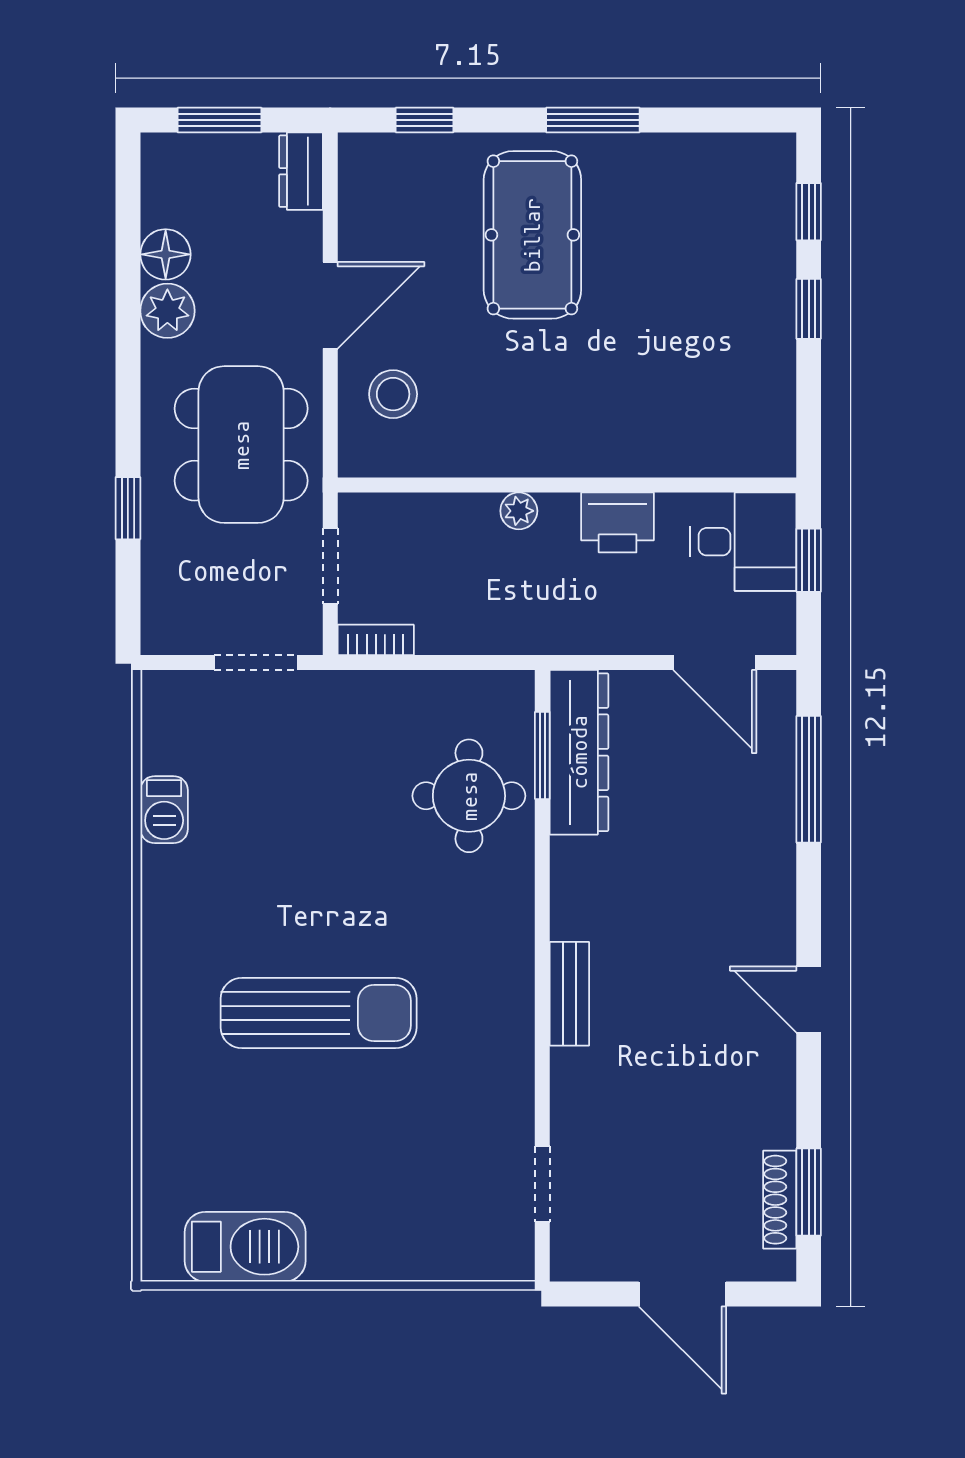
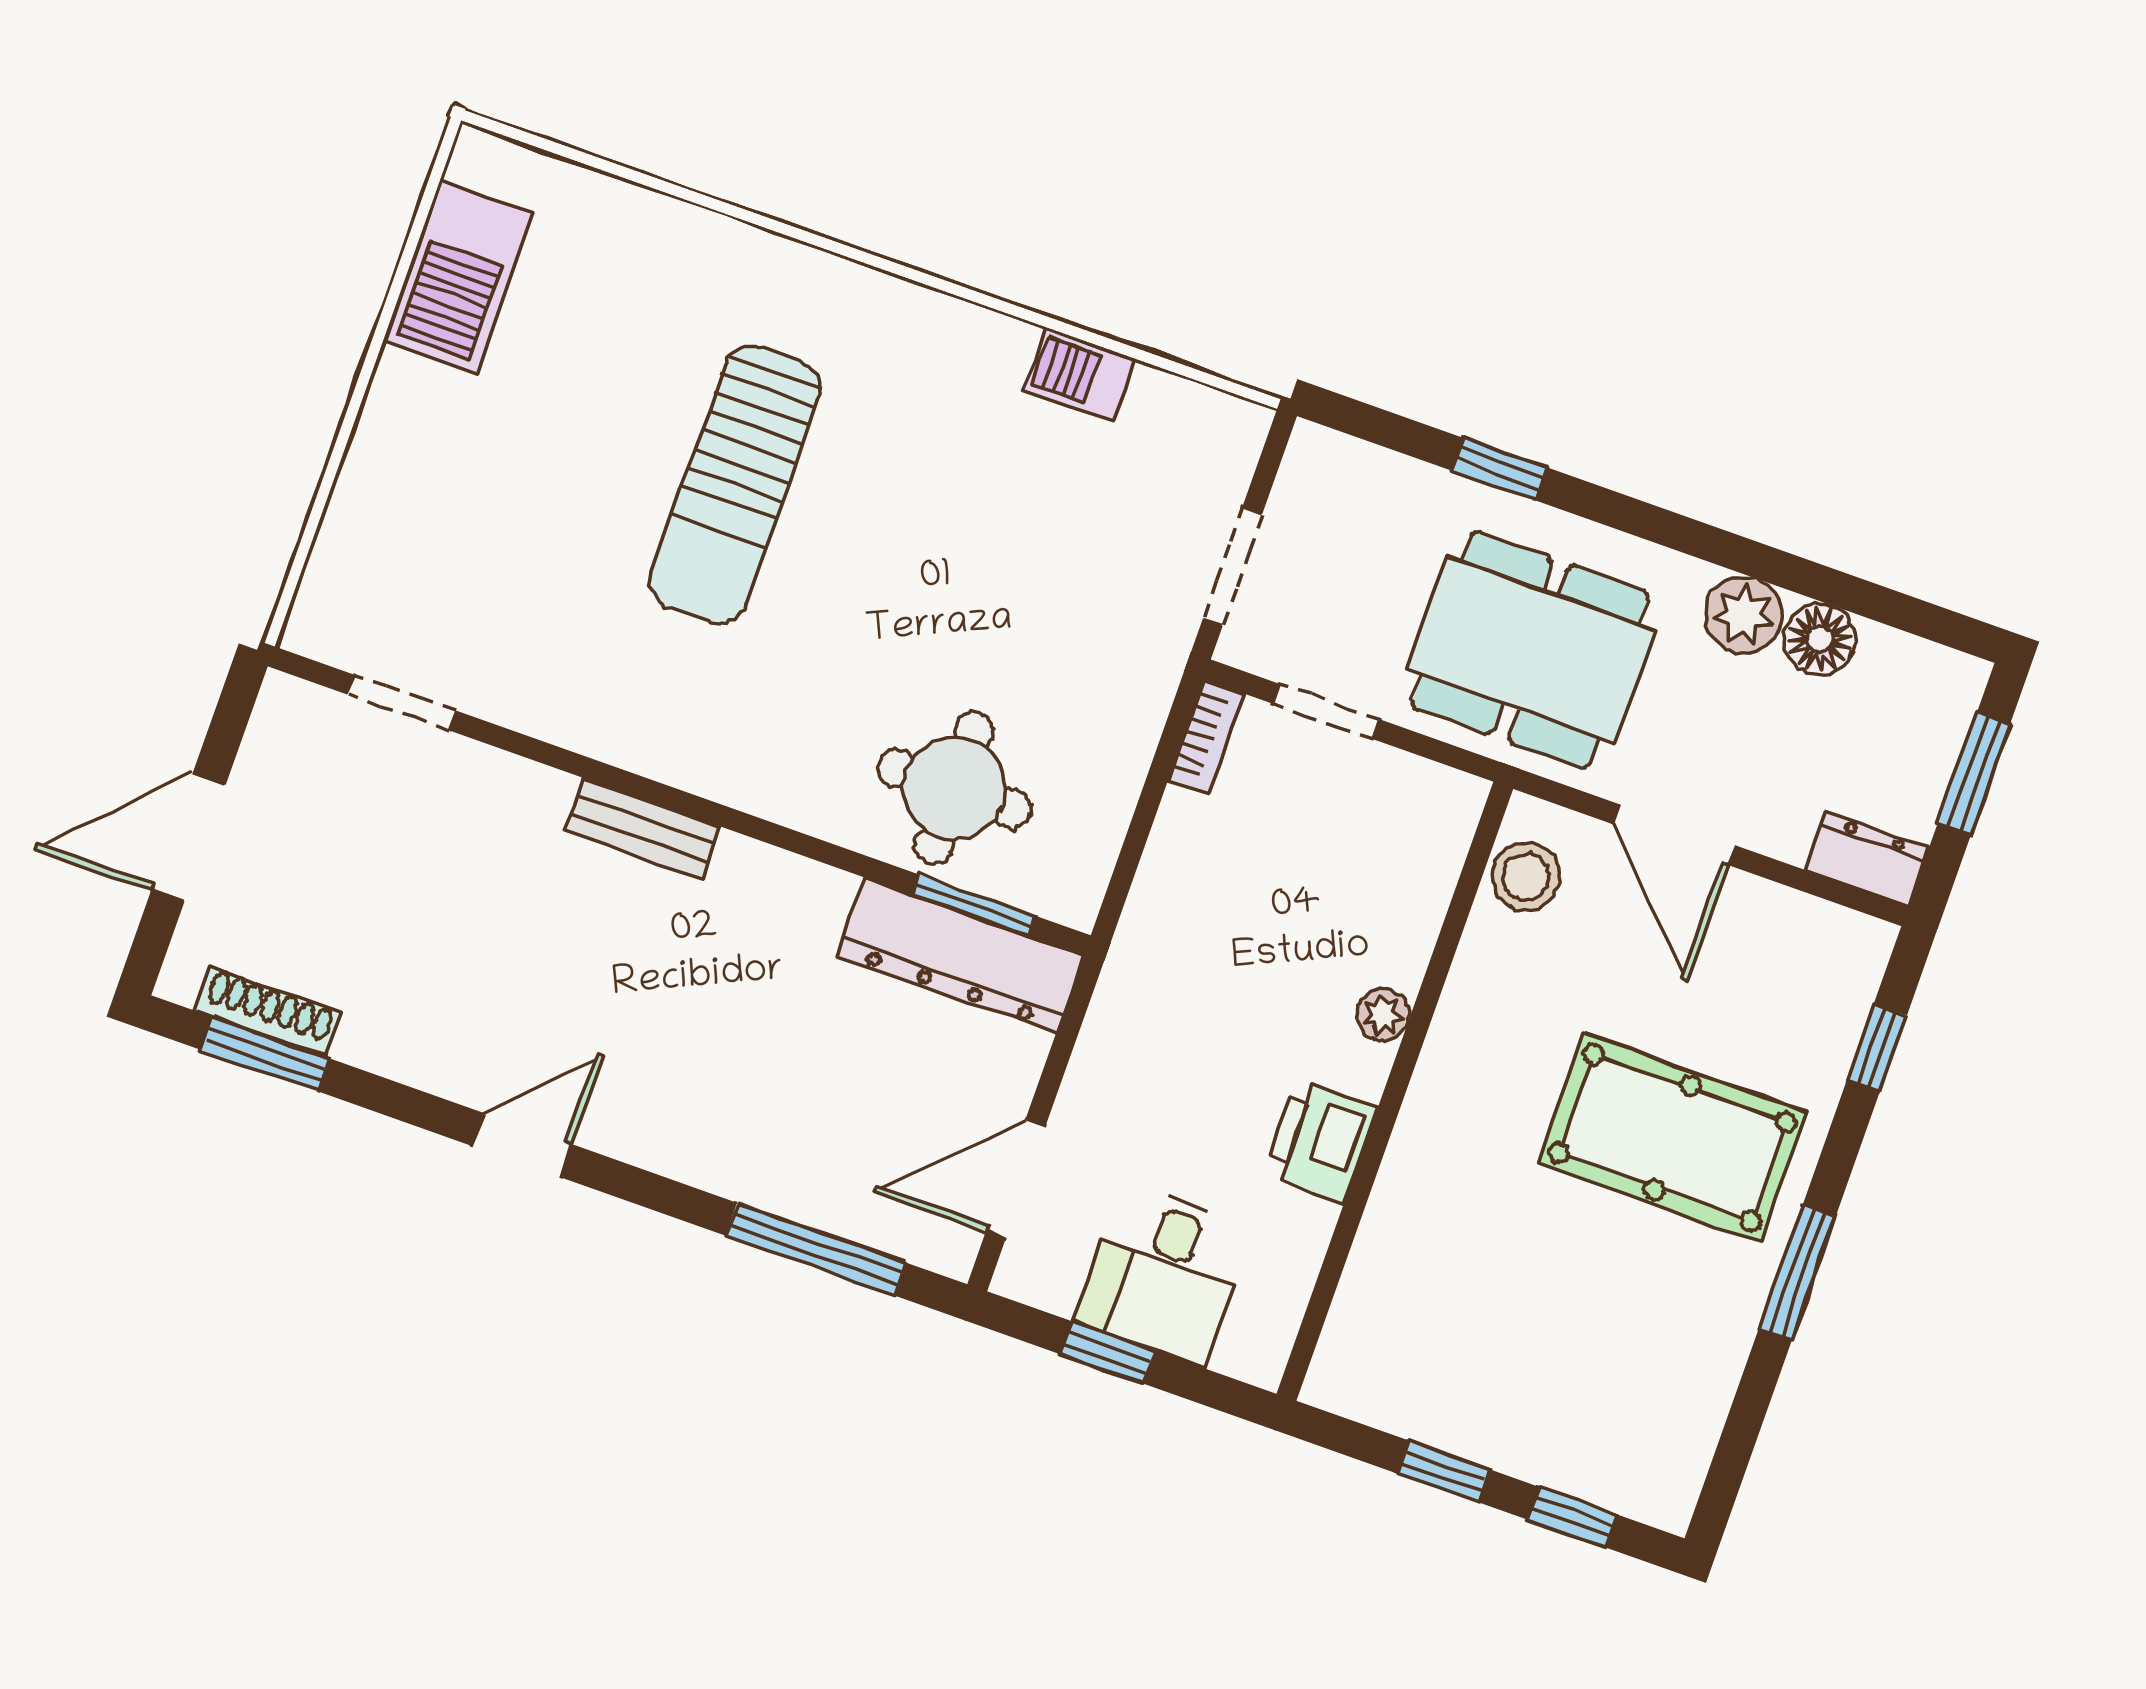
wall: (567, 485) -> (1395, 1091), moved
plant: (519, 511) -> (1383, 1015), moved
printer: (618, 522) -> (1321, 1141), moved

